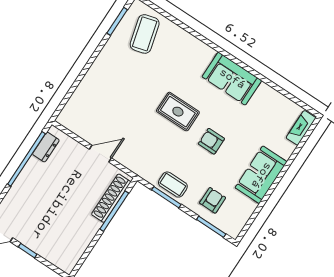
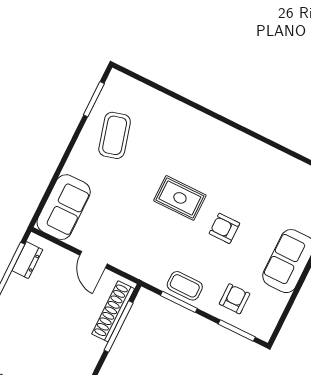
coffee table: (145, 34) -> (115, 135), moved
sofa: (232, 79) -> (64, 207), moved, turned -90
door: (100, 154) -> (93, 260), swing flipped

